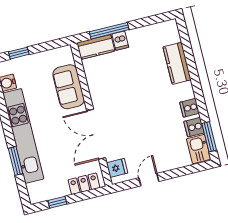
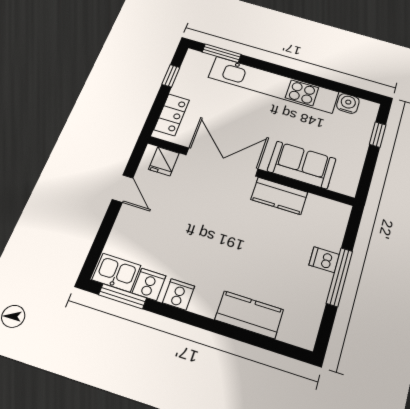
window: (109, 31) -> (339, 277), moved
kitchen counter: (96, 47) -> (279, 196), moved, turned -90
window: (16, 161) -> (222, 53), moved

